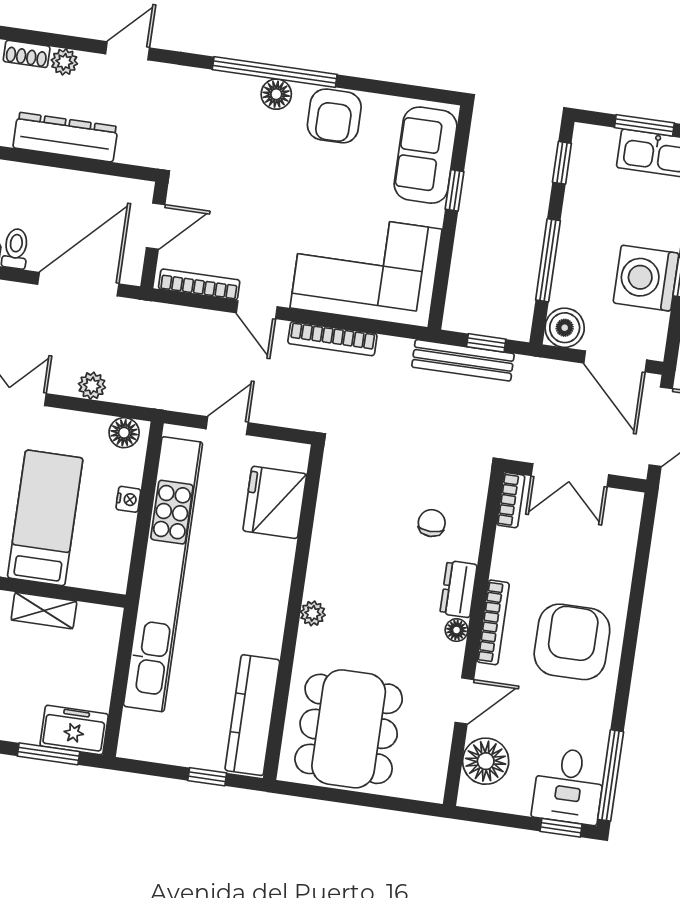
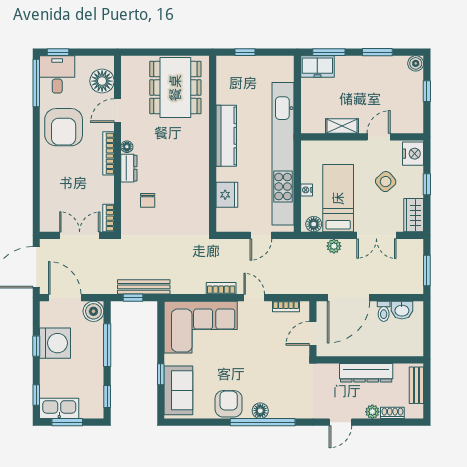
bookcase: (199, 284) -> (286, 306), width x0.64
bookcase: (332, 339) -> (221, 288), width x0.64
fridge: (275, 502) -> (227, 195), width x0.73, depth x0.75
bed: (45, 518) -> (338, 198), moved, turned 180
plant: (313, 613) -> (203, 145), removed
armchair: (572, 642) -> (64, 127), moved
kitchen counter: (252, 715) -> (226, 136), moved

